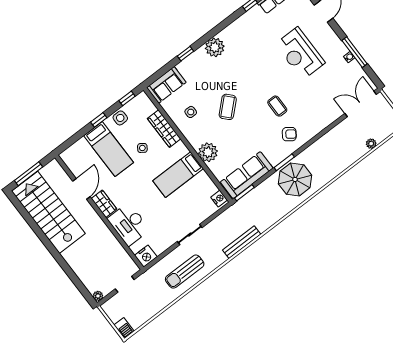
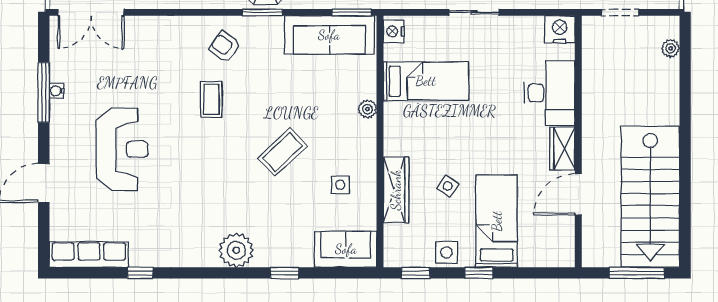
plant: (208, 152) -> (367, 109), width x0.53, depth x0.53
bed: (178, 175) -> (426, 81), moved
plant: (98, 296) -> (671, 48), moved

